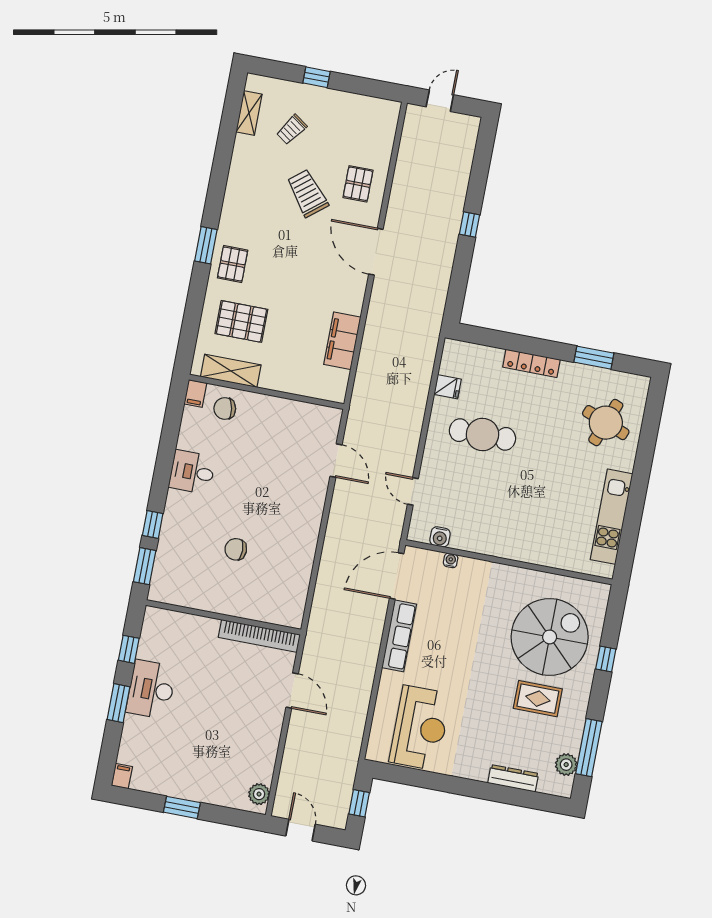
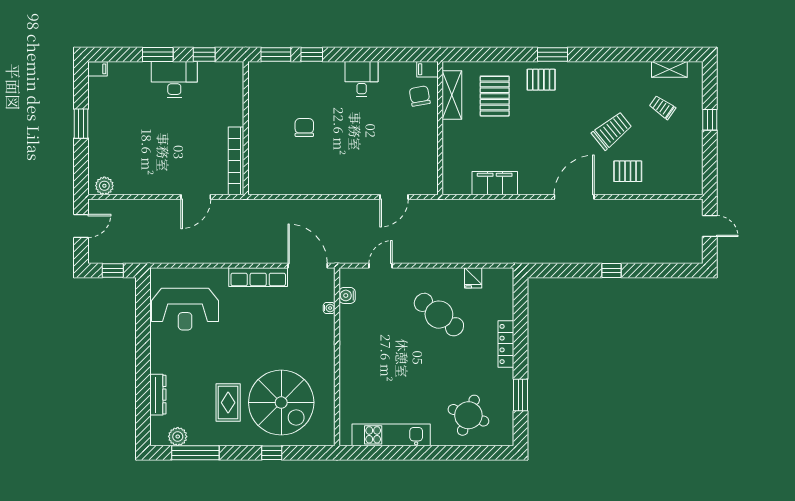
cafe table: (482, 434) -> (439, 315), turned -52

